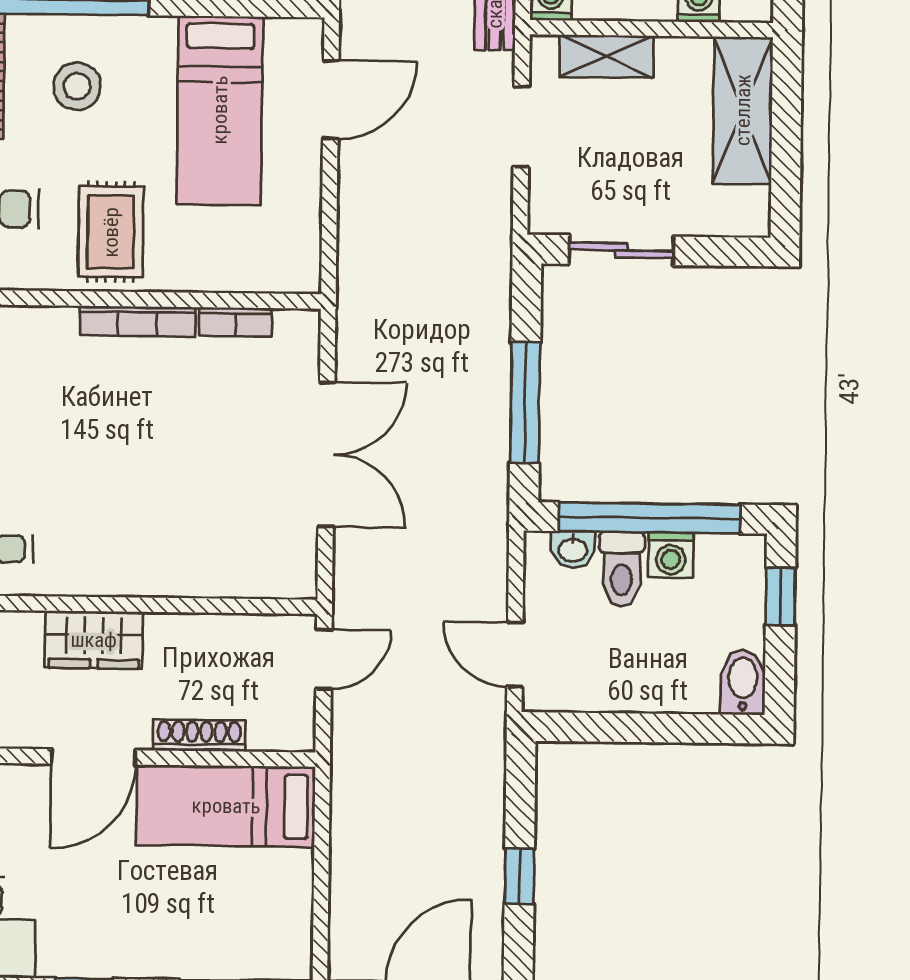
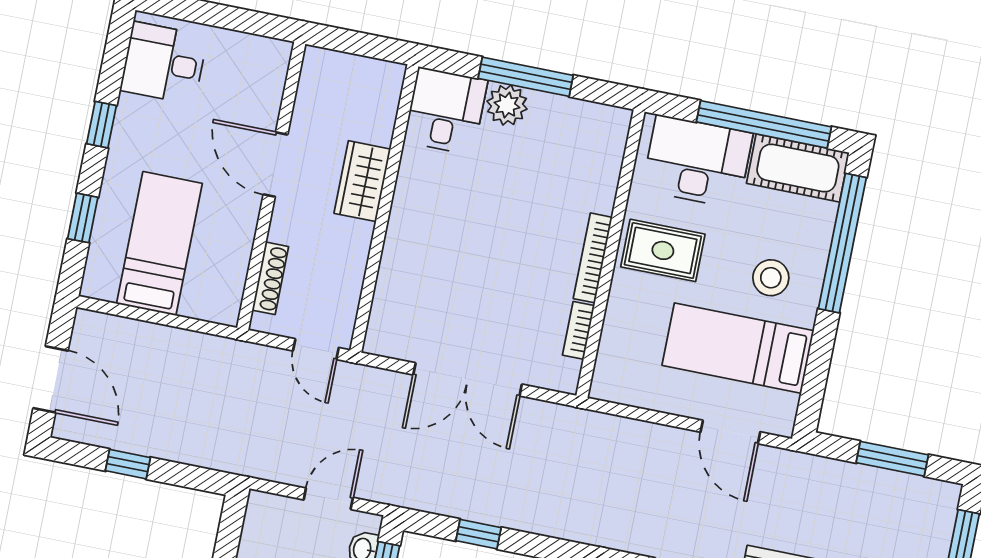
stool: (77, 86) -> (771, 278), moved
window: (525, 403) -> (479, 534), width x0.46
door: (515, 655) -> (328, 499), moved
shoe rack: (199, 735) -> (270, 278), moved
bed: (226, 806) -> (159, 244), moved

